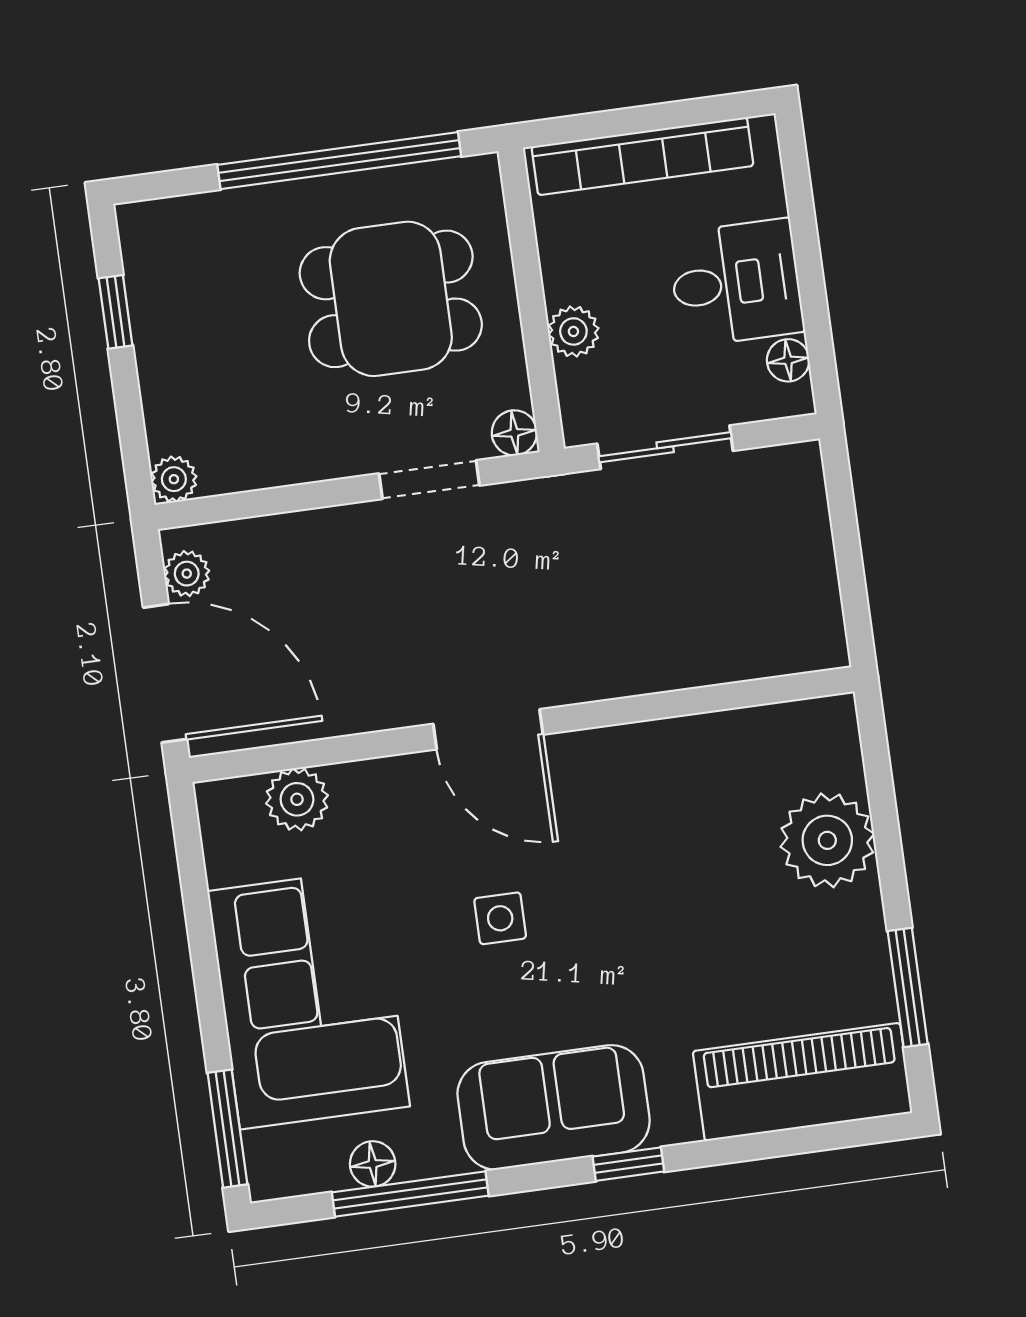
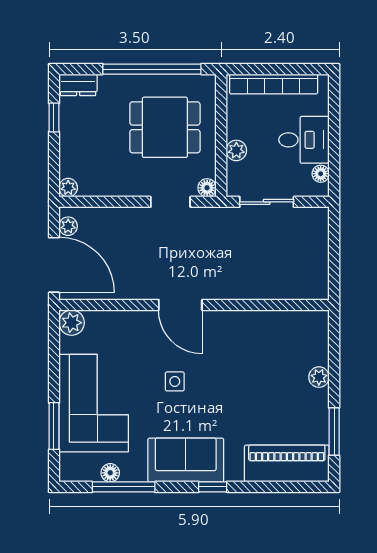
dresser: (164, 224) -> (78, 85), added
plant: (297, 799) -> (72, 323), moved
plant: (827, 840) -> (319, 377), width x0.53, depth x0.53
window: (227, 1129) -> (54, 426), moved

